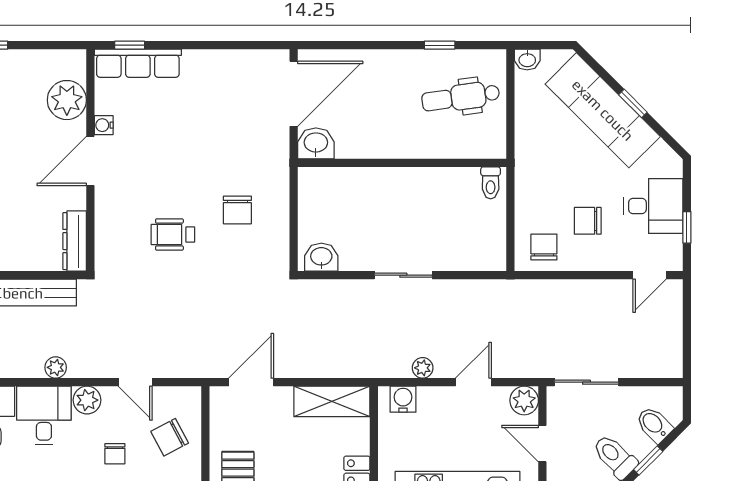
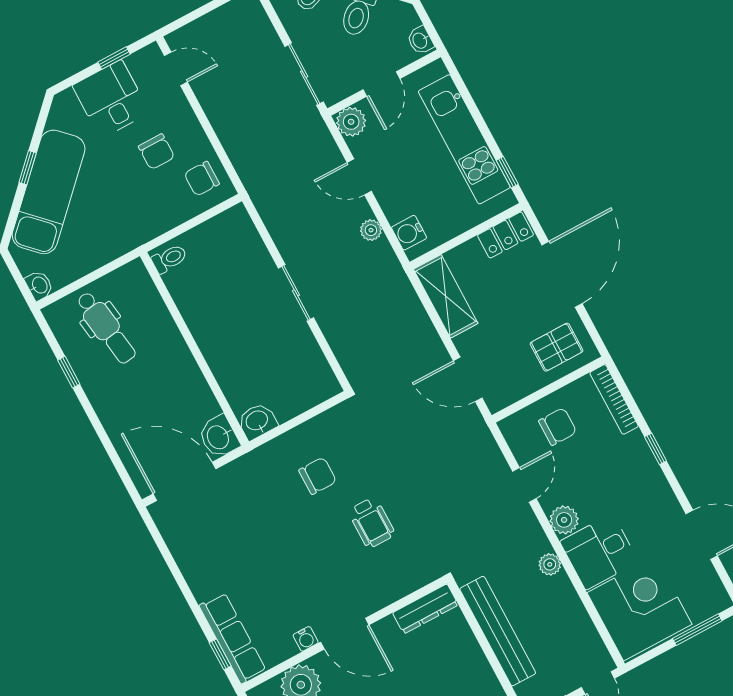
washbasin: (321, 257) -> (257, 421), moved, turned 90
chair: (170, 437) -> (558, 427), turned -62
chair: (115, 454) -> (599, 468), removed

